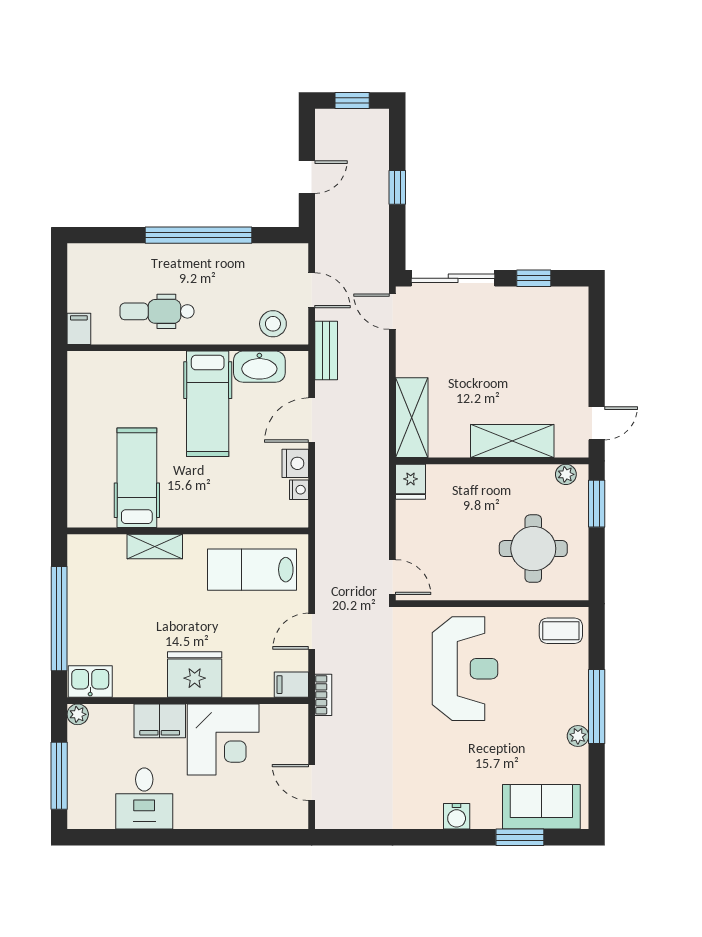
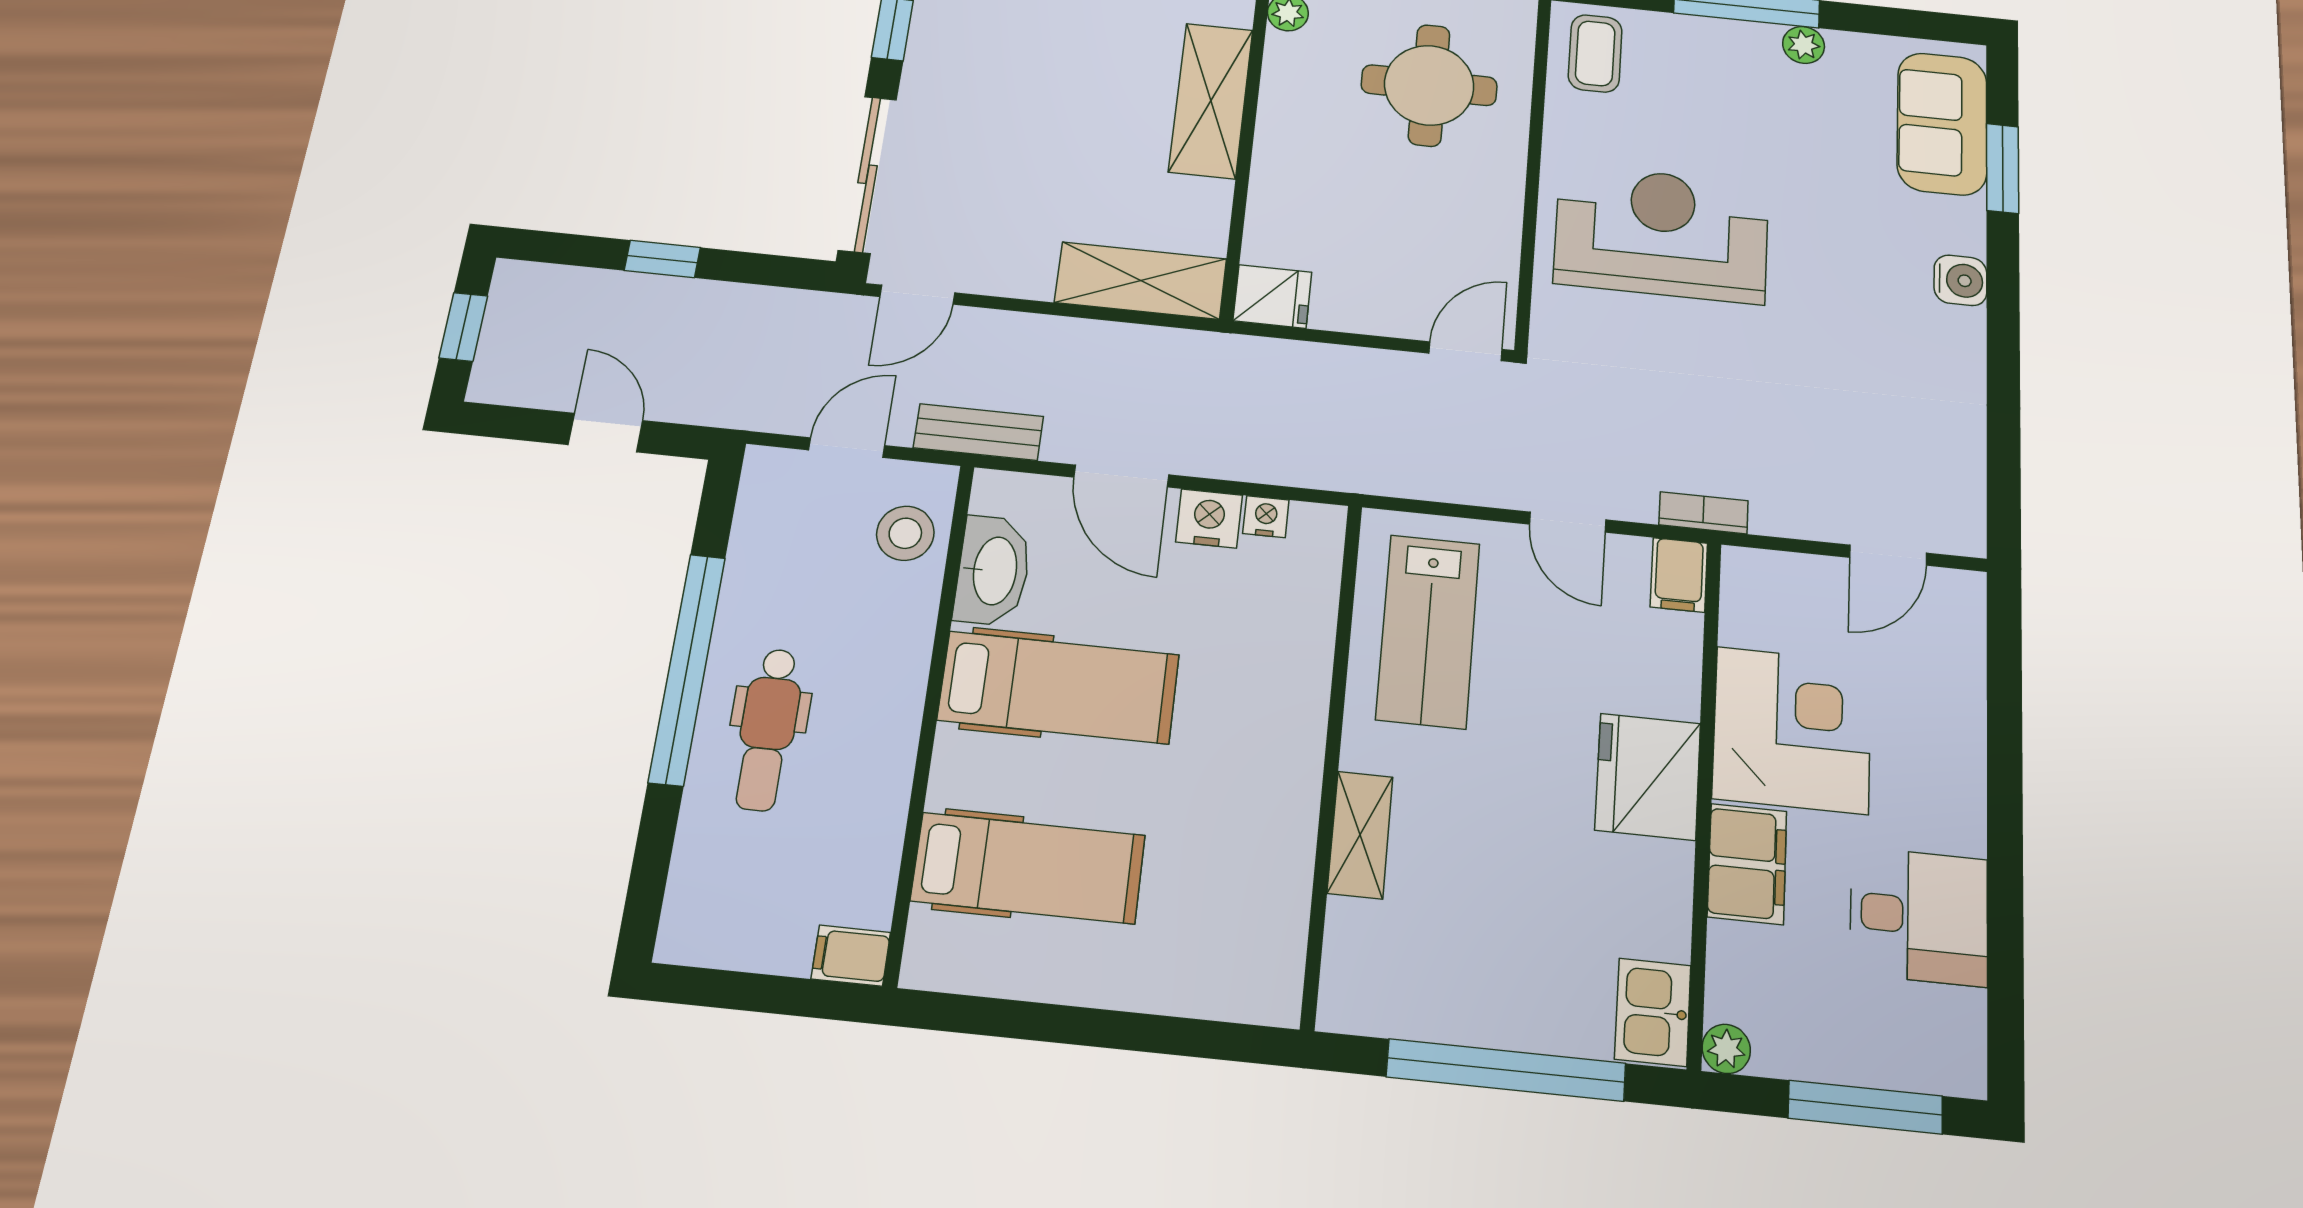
dental chair: (157, 311) -> (768, 729), moved
hospital bed: (137, 478) -> (1028, 868), moved, turned 180

